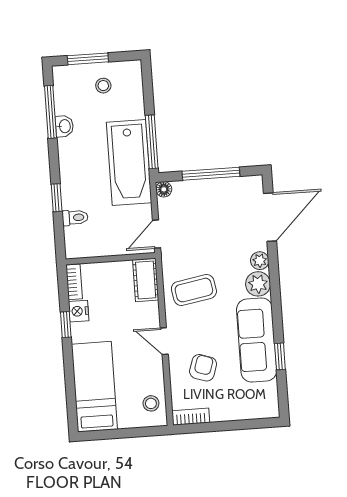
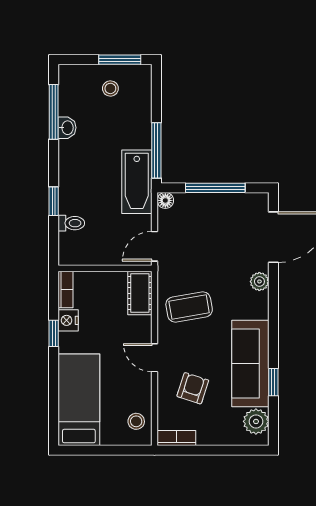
window: (88, 59) -> (120, 60), moved
bathtub: (129, 163) -> (137, 182), width x0.73, depth x0.73
plant: (258, 284) -> (256, 421), moved

